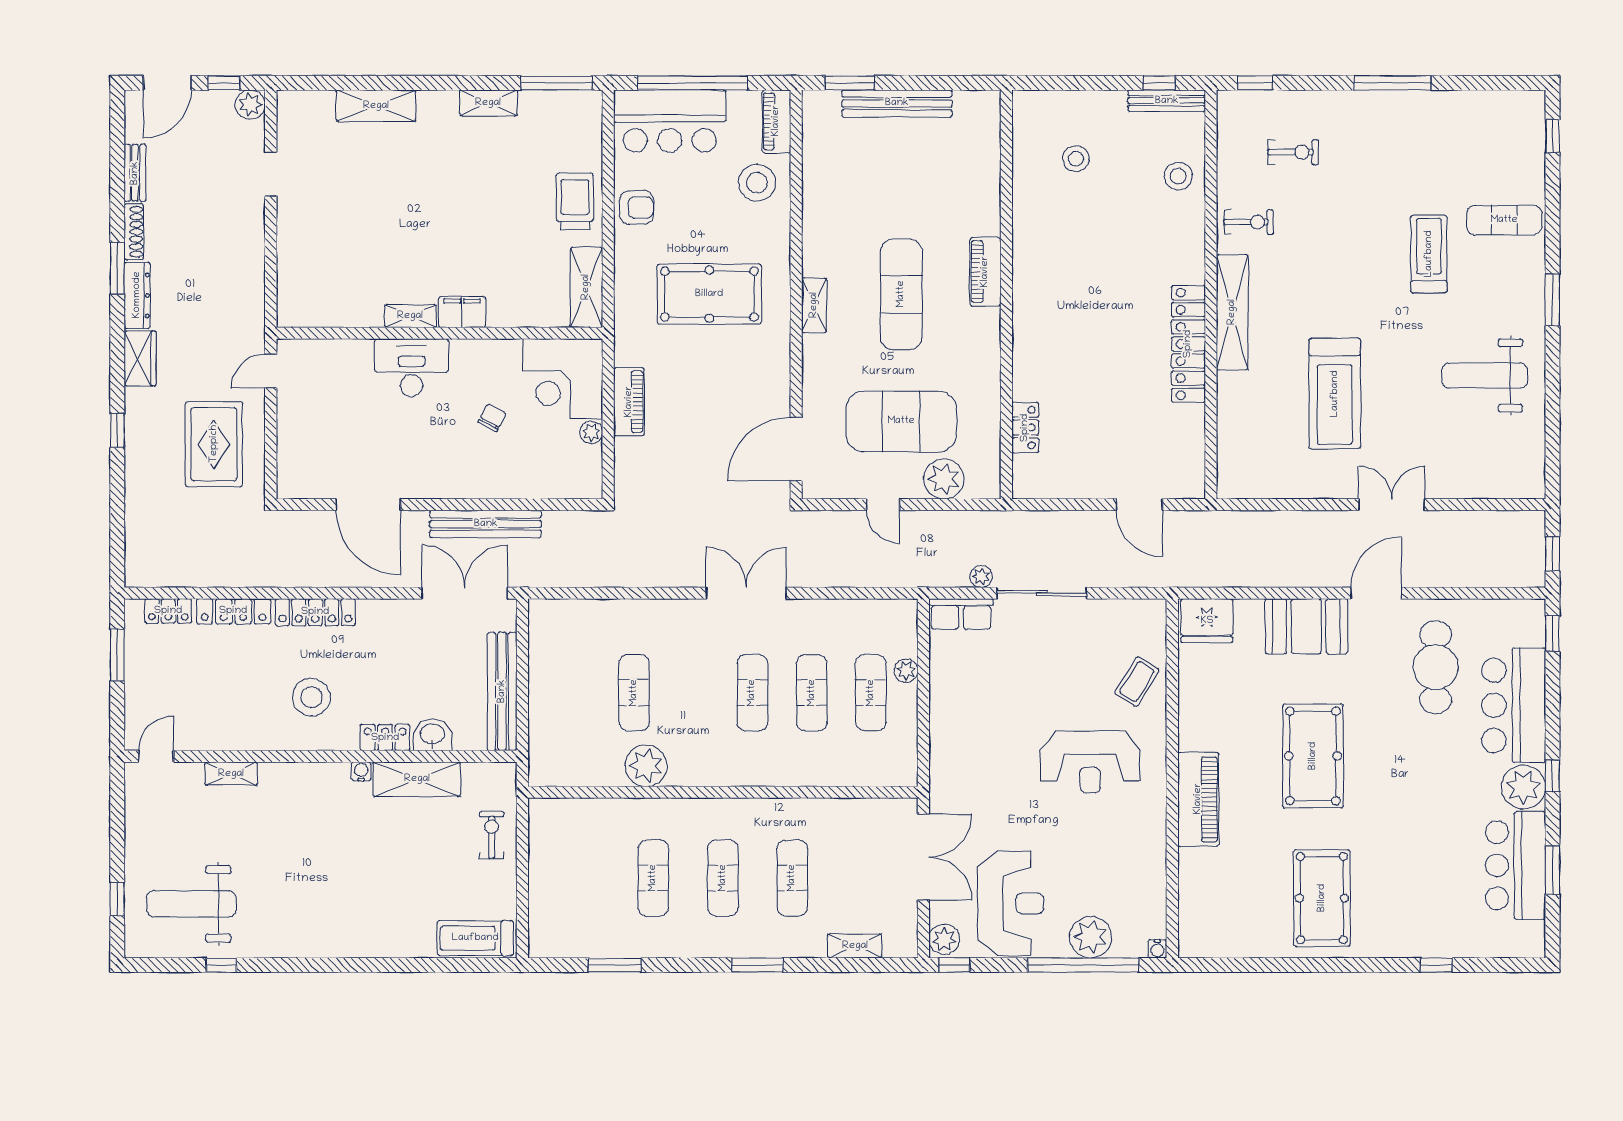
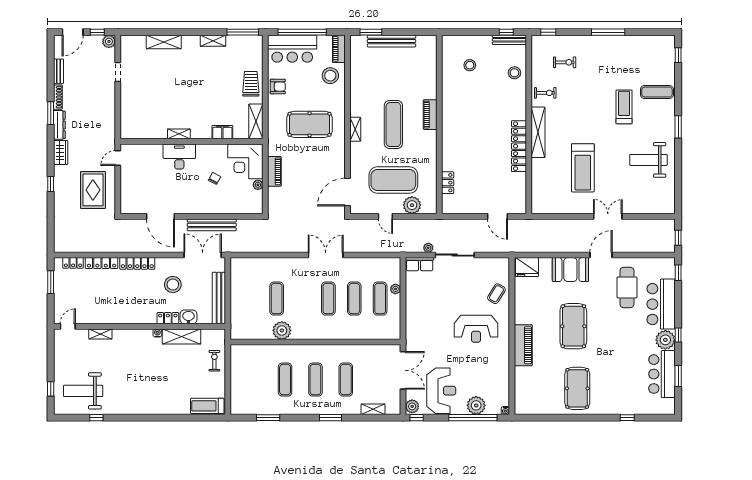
filing cabinet: (462, 312) -> (222, 132), moved
stool: (311, 697) -> (173, 285), moved

